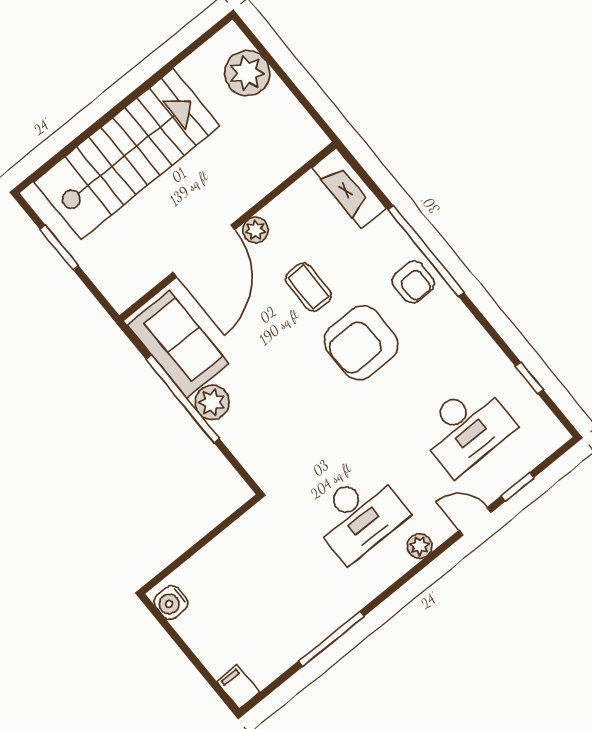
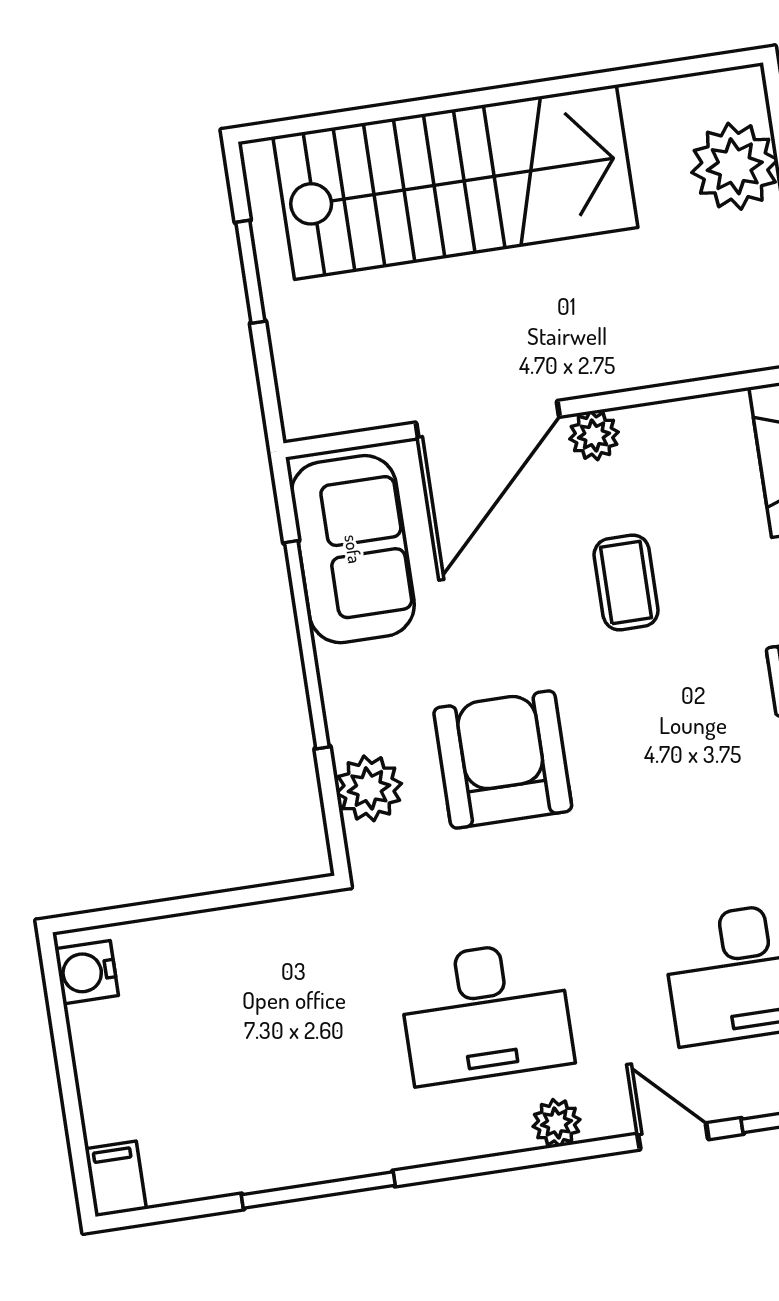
armchair: (361, 343) -> (503, 759), moved, turned 90
plant: (212, 402) -> (369, 788), moved

